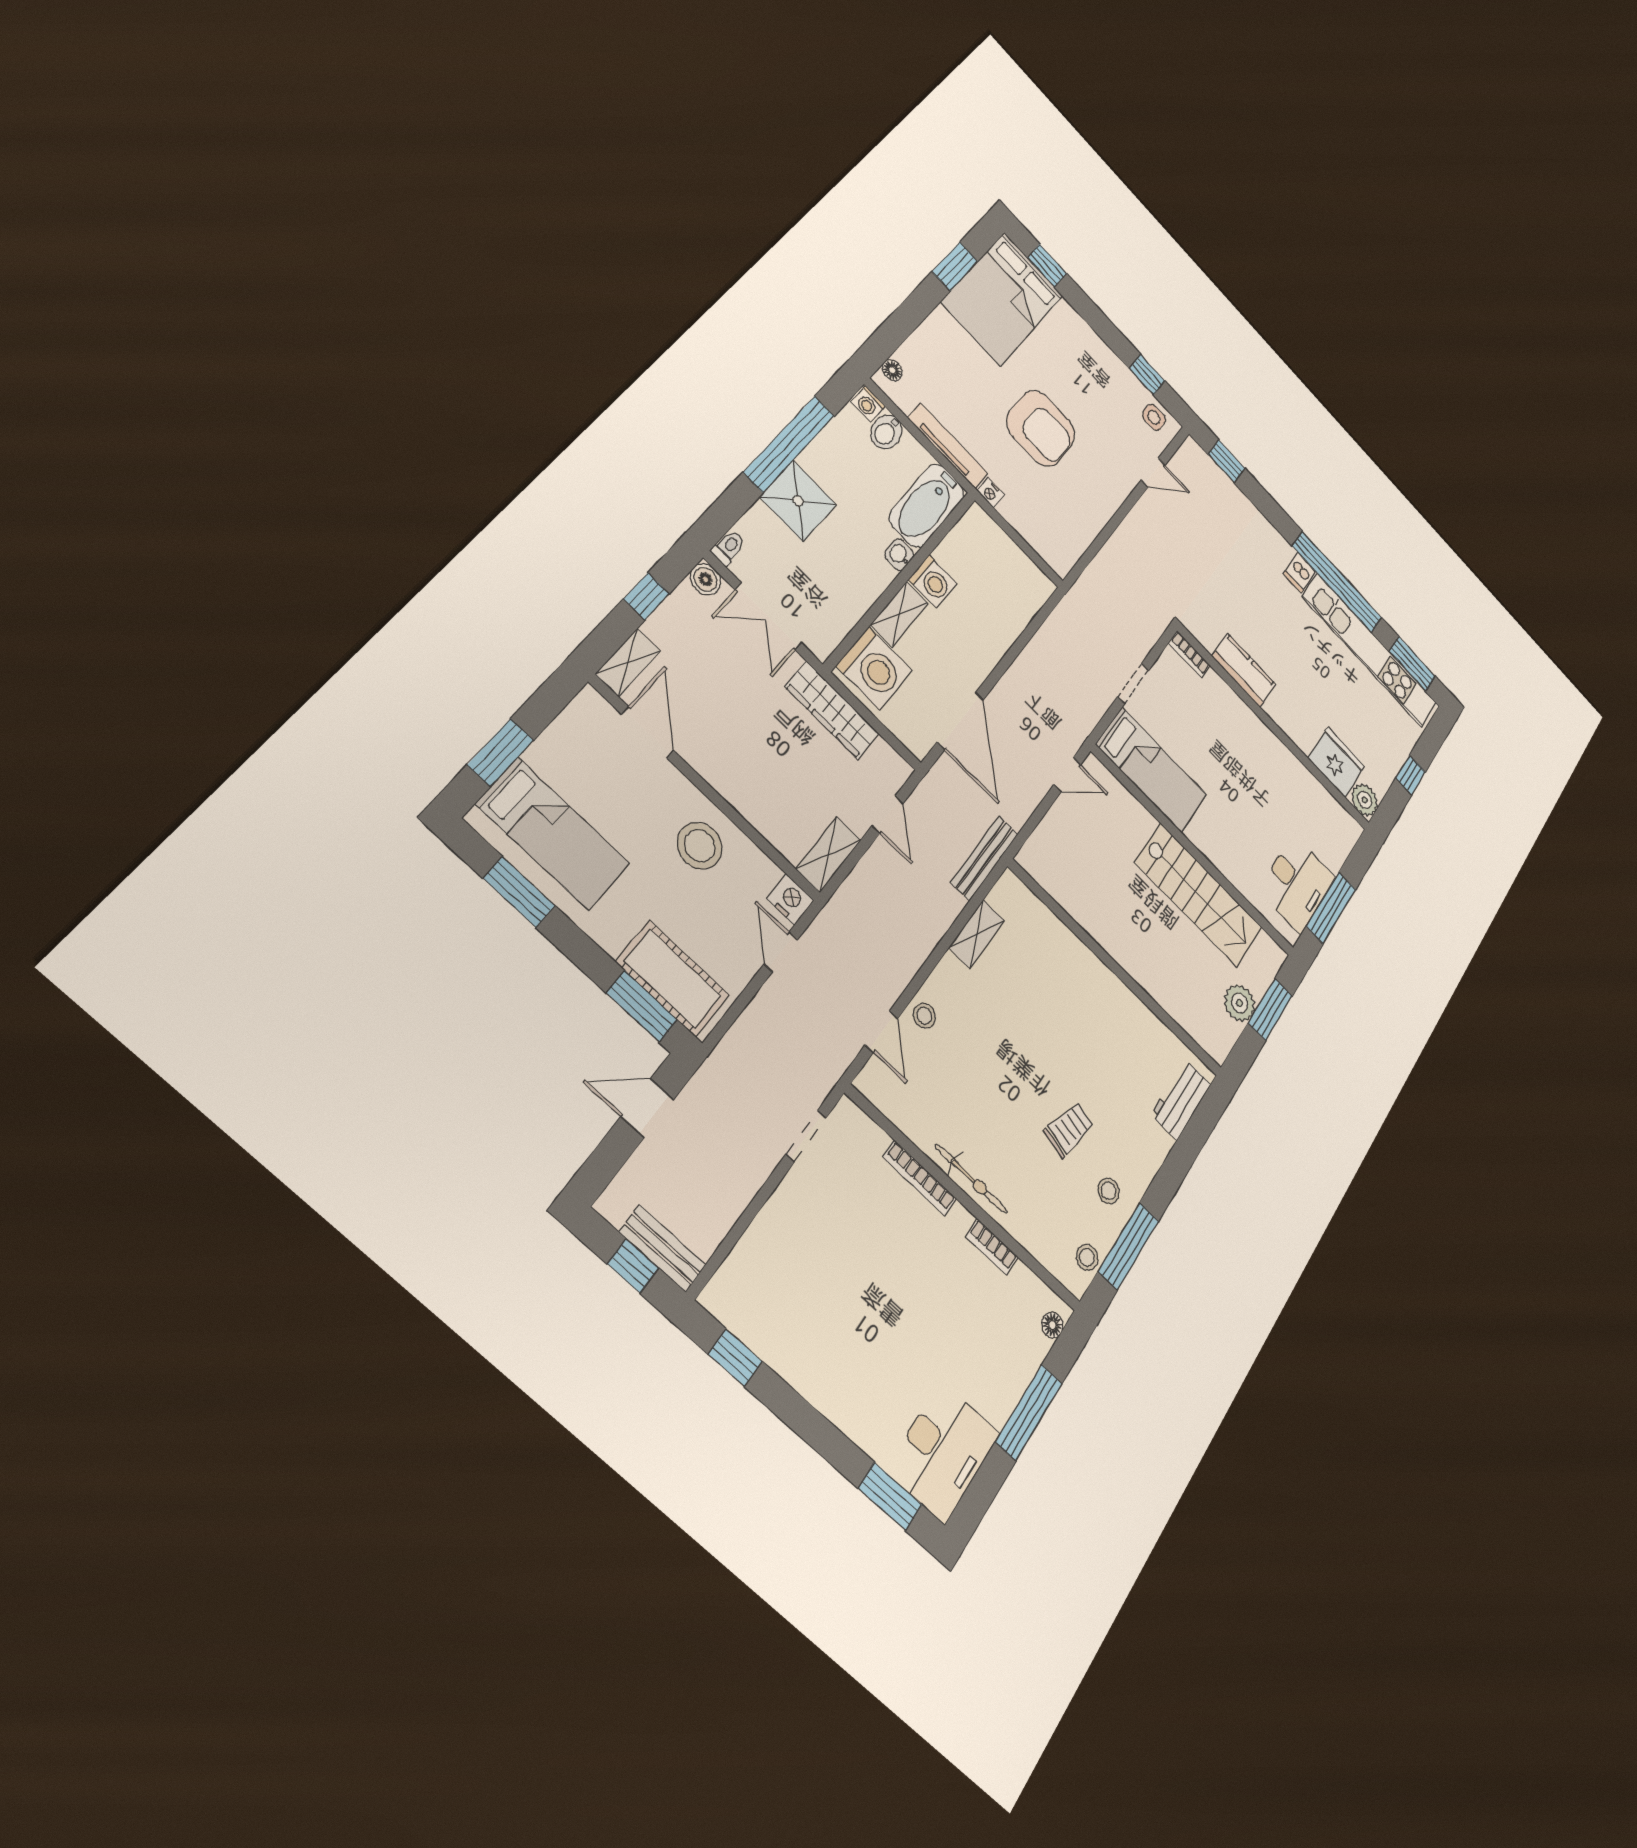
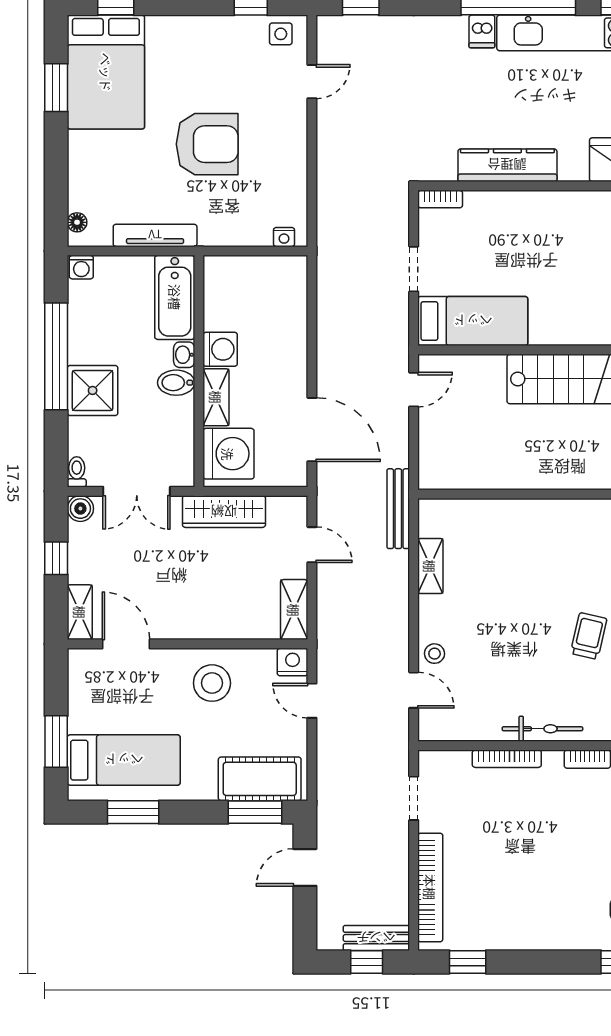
bidet: (886, 432) -> (176, 383), moved, turned 90
nightstand: (990, 493) -> (284, 237), moved
kitchen counter: (1244, 670) -> (507, 165), width x1.50
bookcase: (756, 1243) -> (430, 887), added

